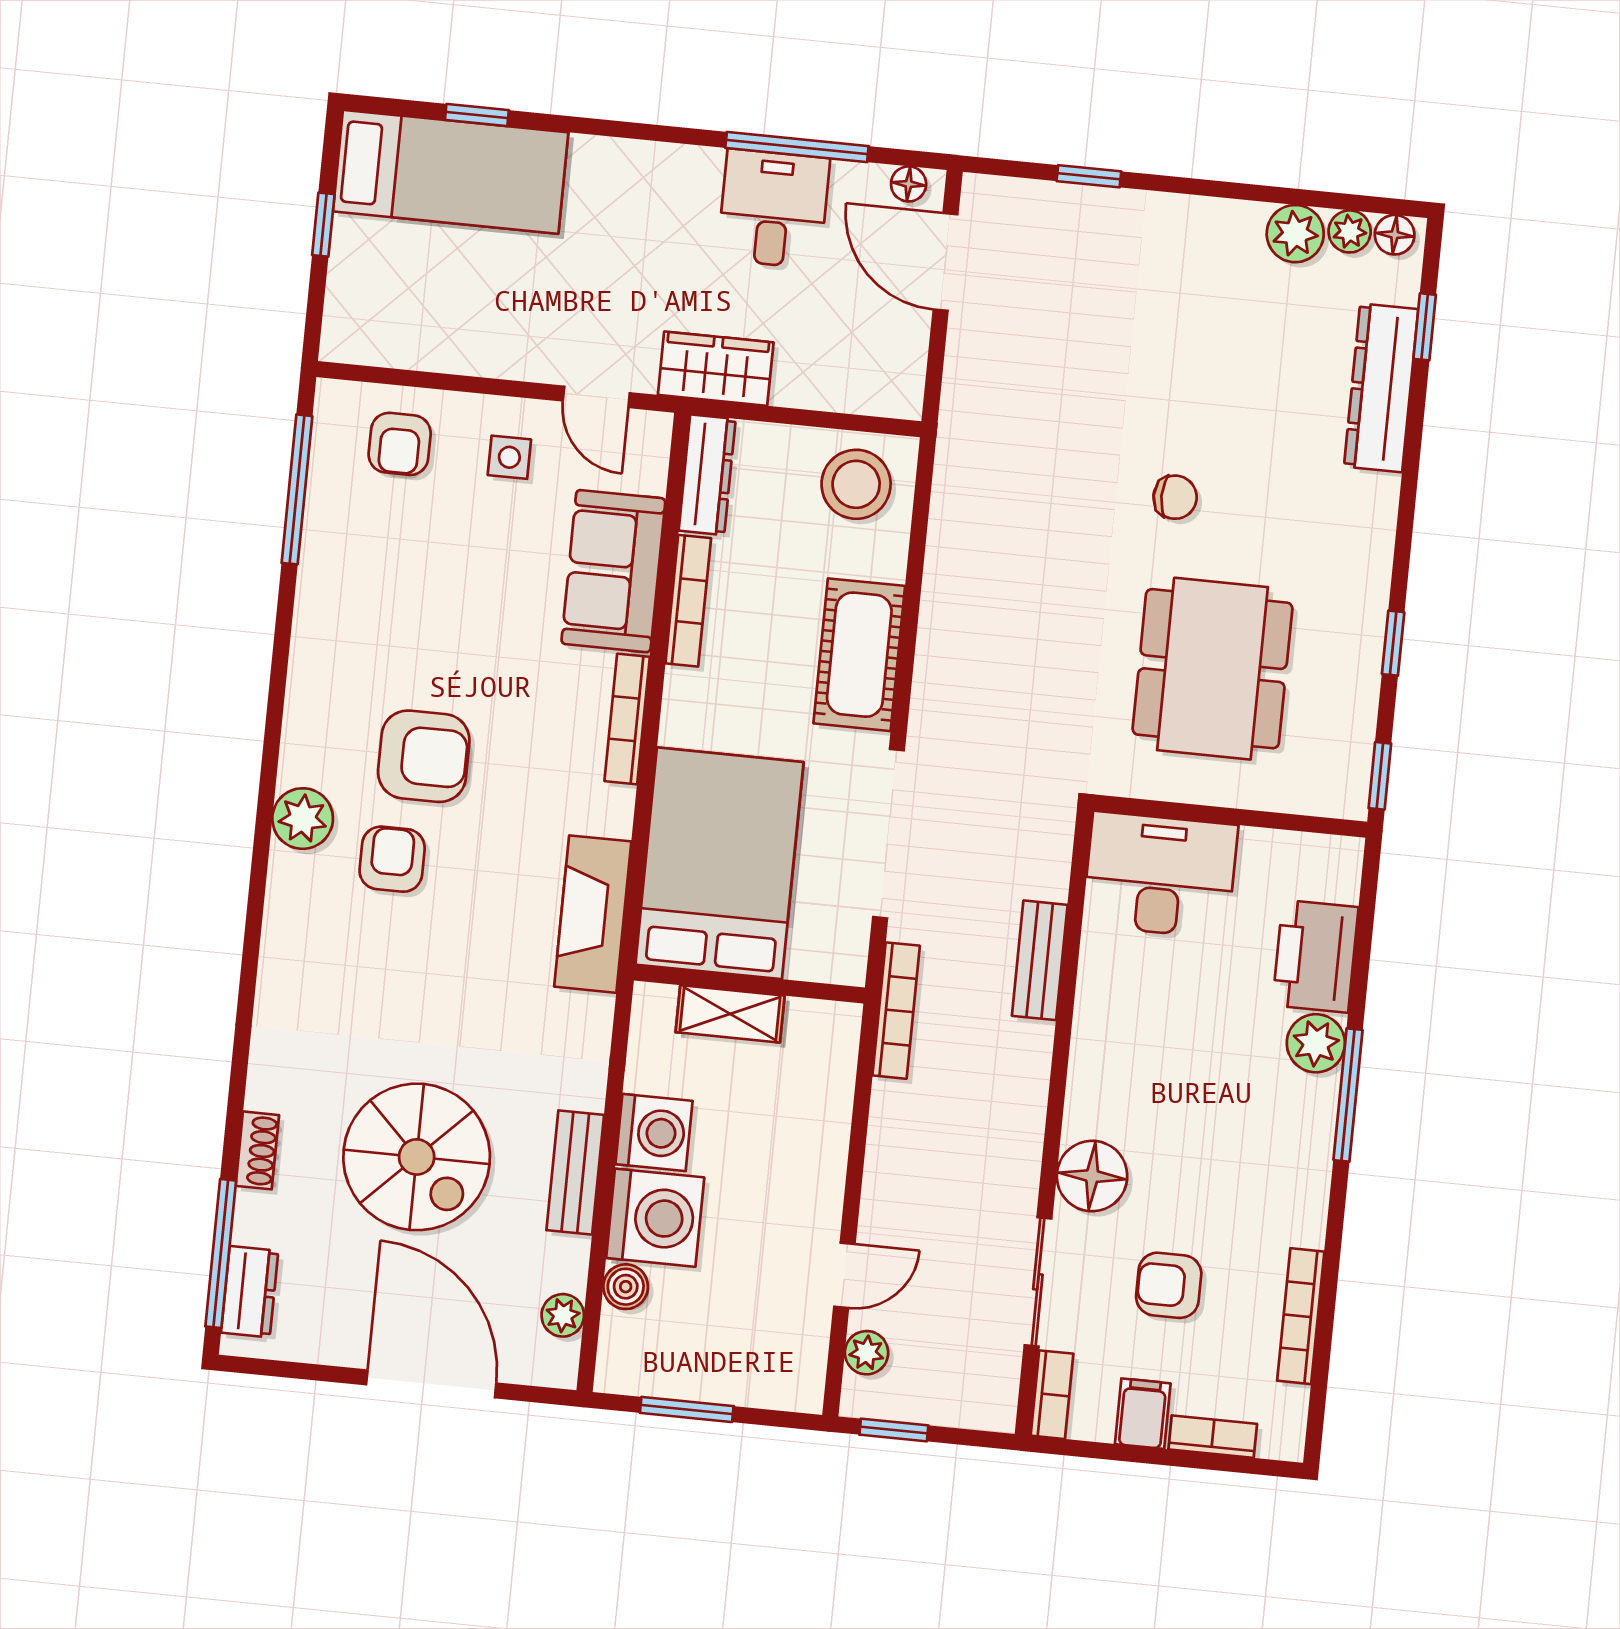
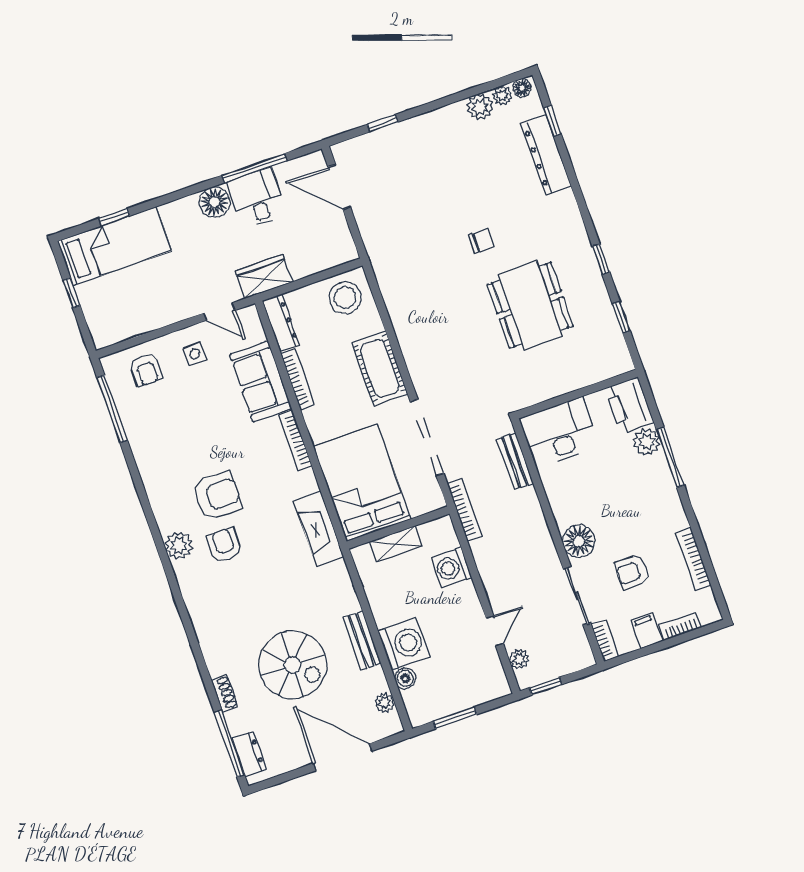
floor lamp: (909, 184) -> (215, 202), moved, width x1.89, depth x1.89
wall: (1230, 816) -> (577, 394), moved
desk: (1160, 875) -> (559, 432), moved
washing machine: (654, 1133) -> (451, 568), moved, turned 180

